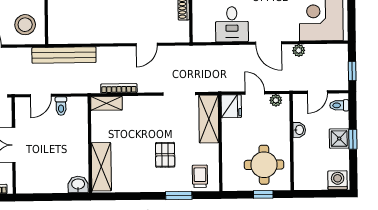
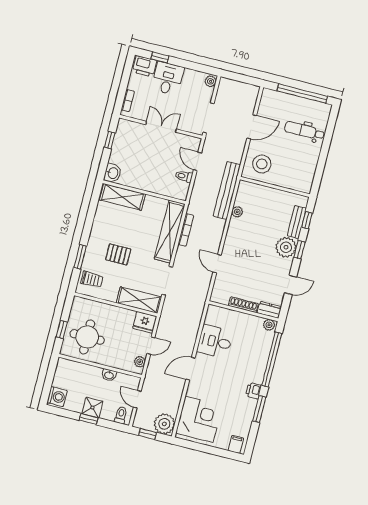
plant: (84, 38) -> (237, 212), added
plant: (299, 50) -> (164, 424), moved, width x1.88, depth x1.88
shelving: (106, 103) -> (170, 232), width x2.20, depth x1.33
window: (43, 197) -> (110, 140), added

